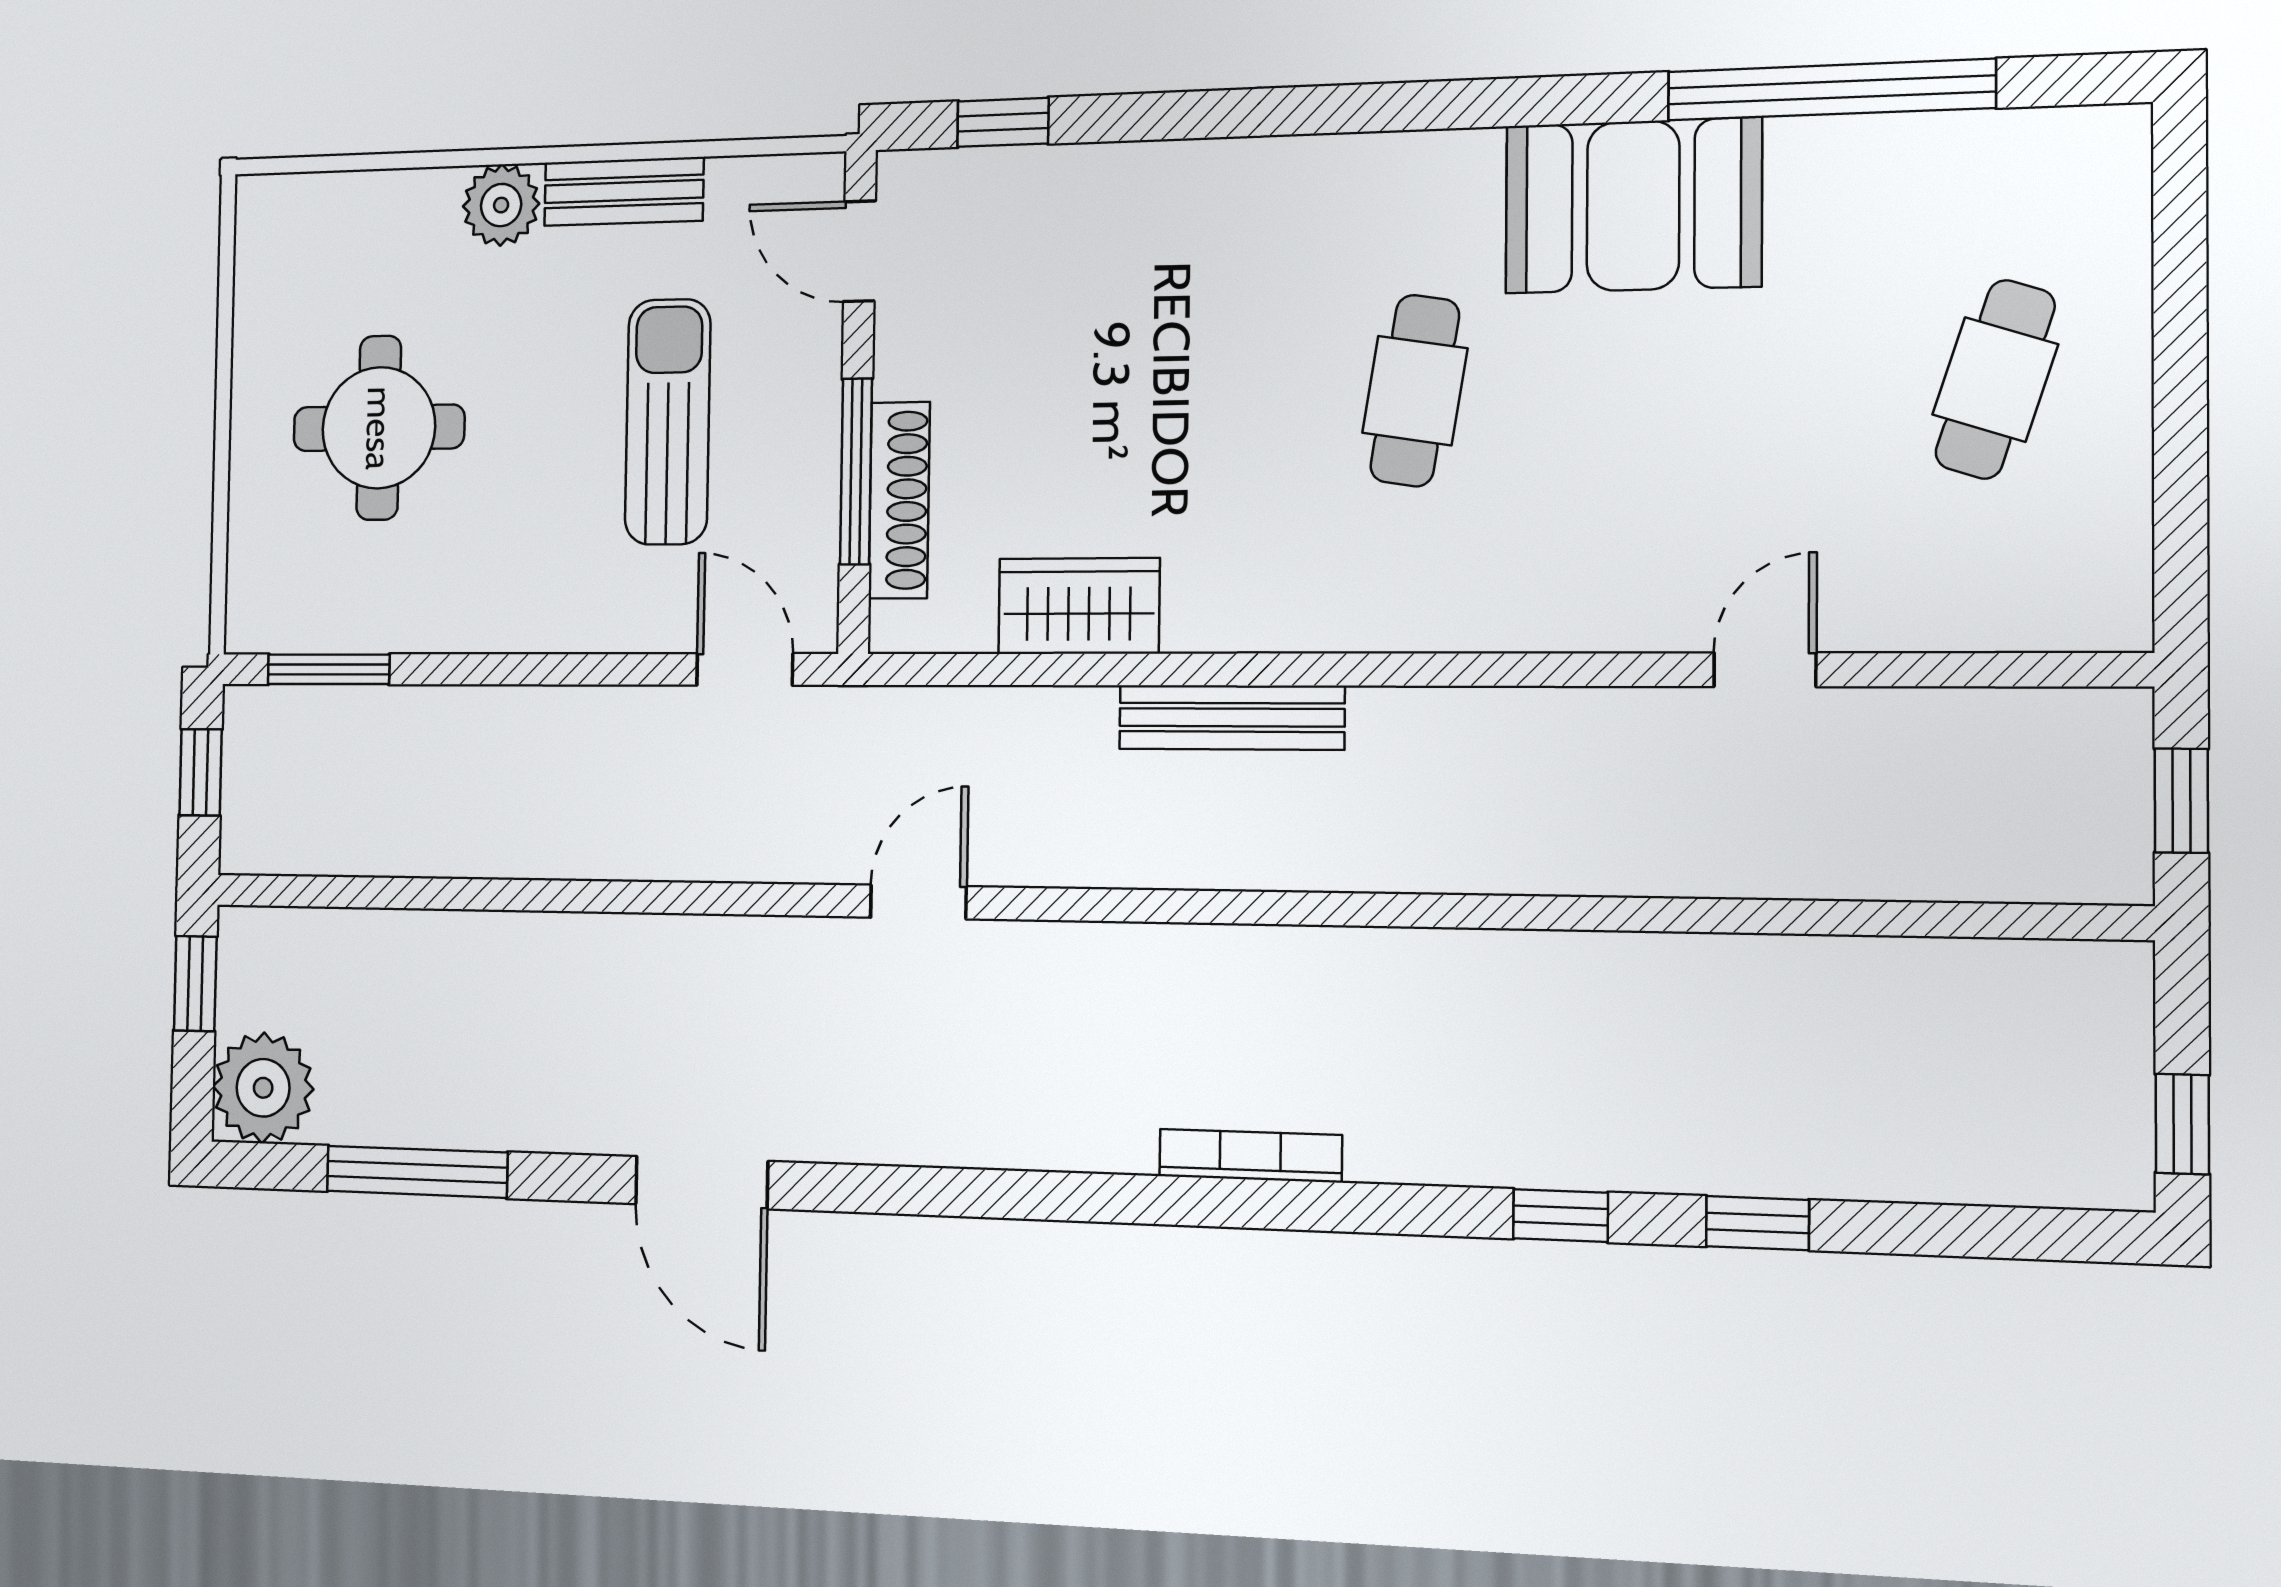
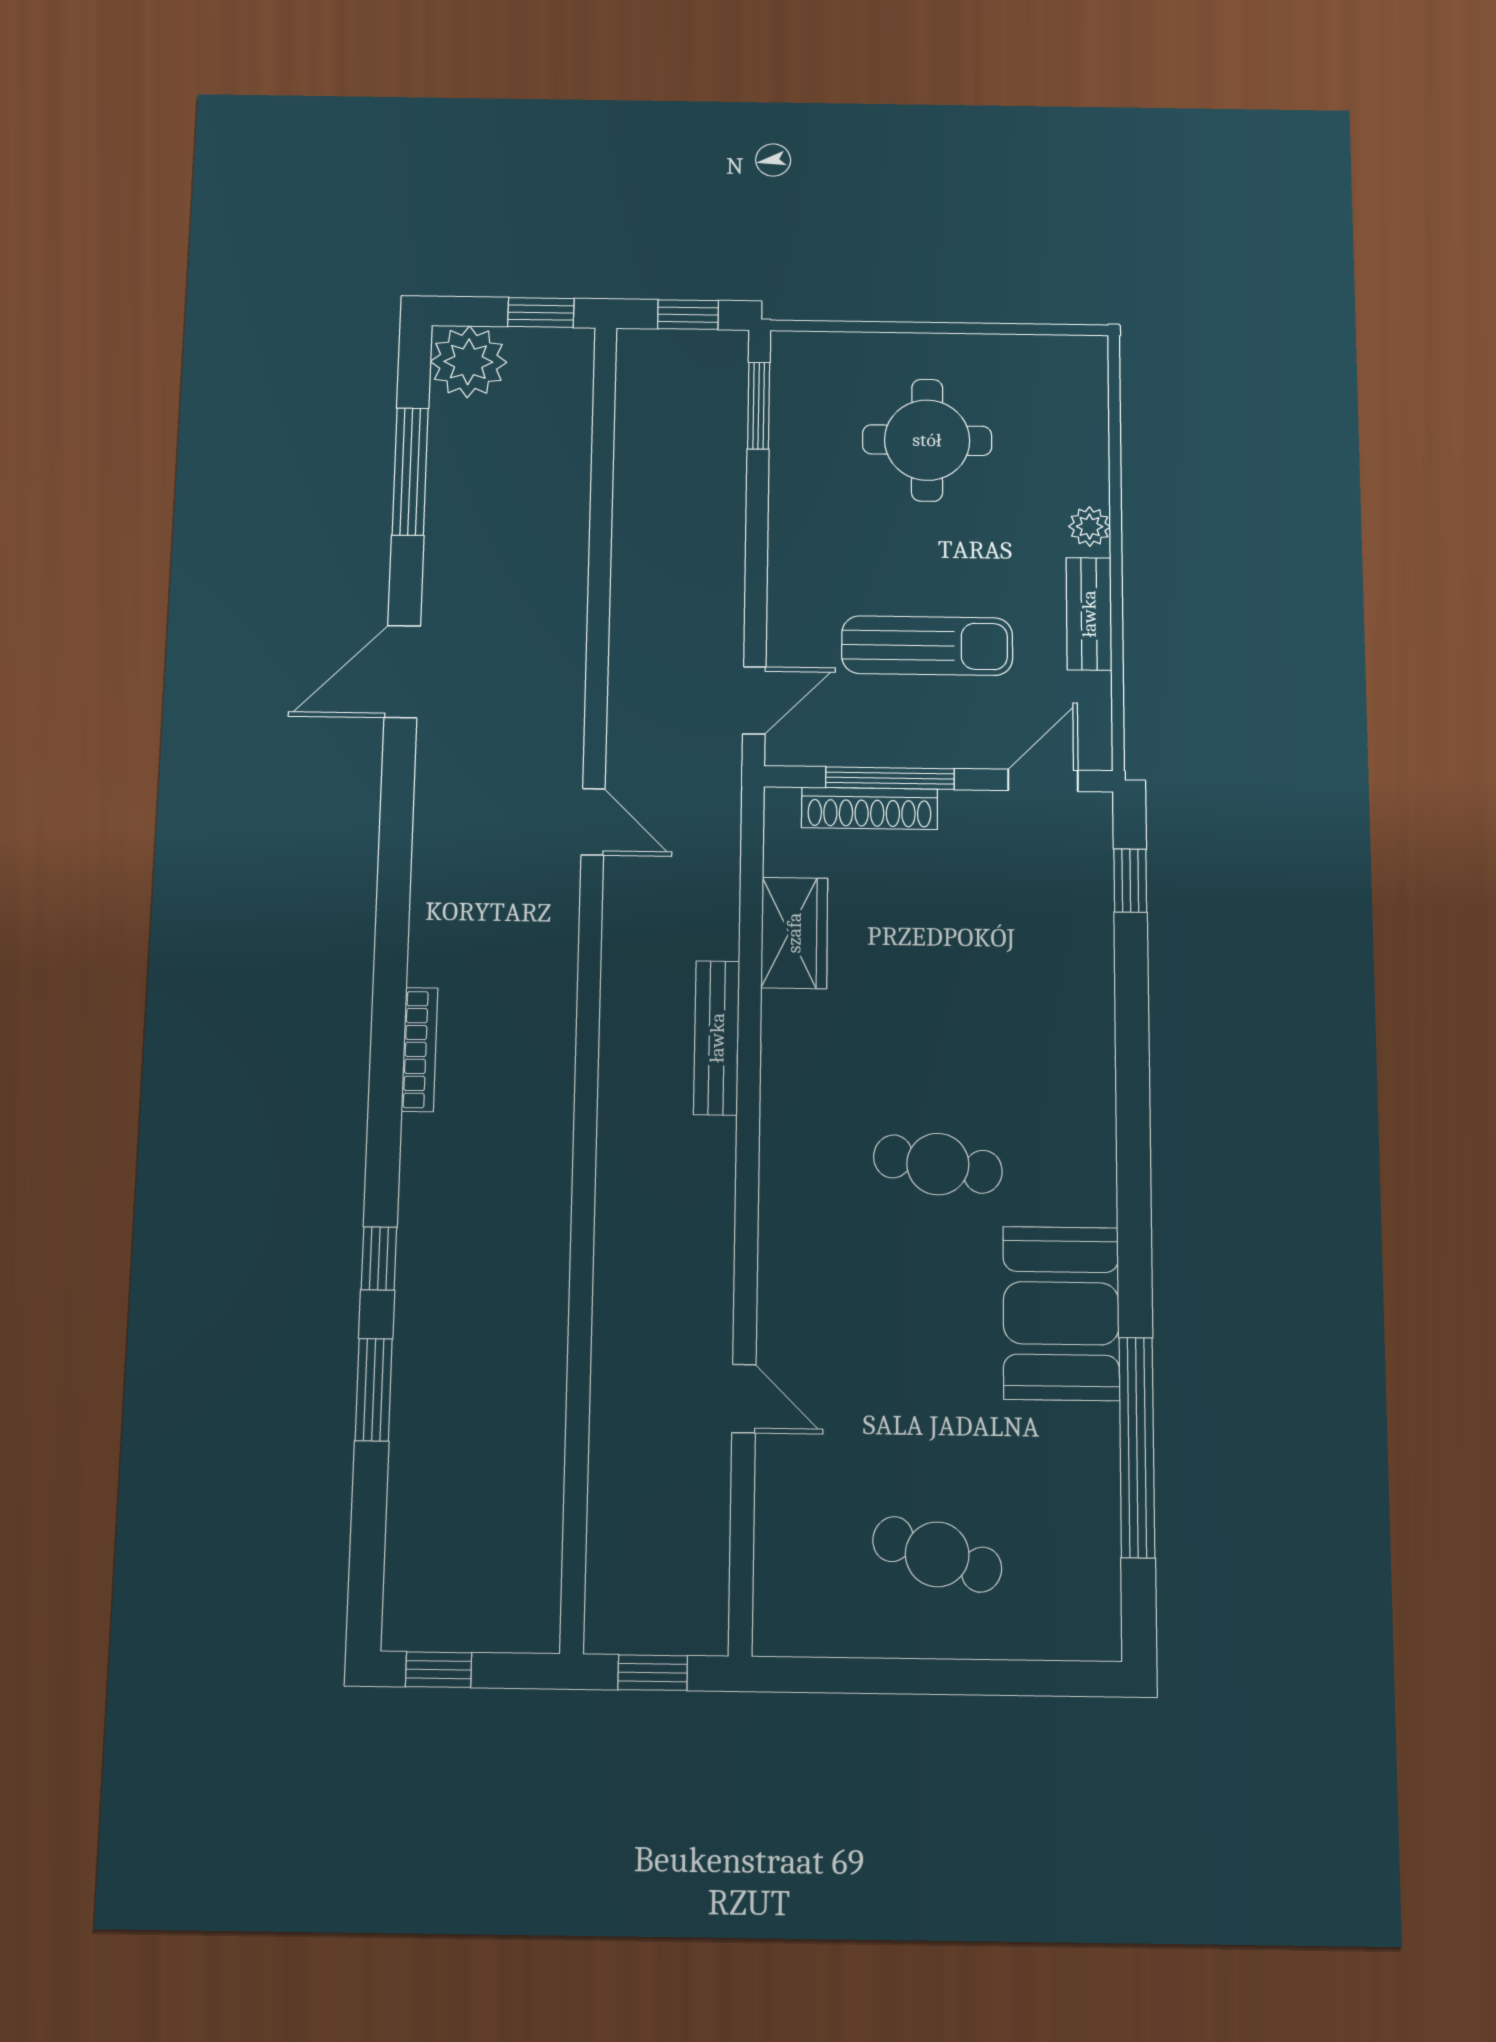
plant: (501, 205) -> (1090, 527), width x0.73, depth x0.73
window: (1757, 1223) -> (374, 1390), width x1.50

